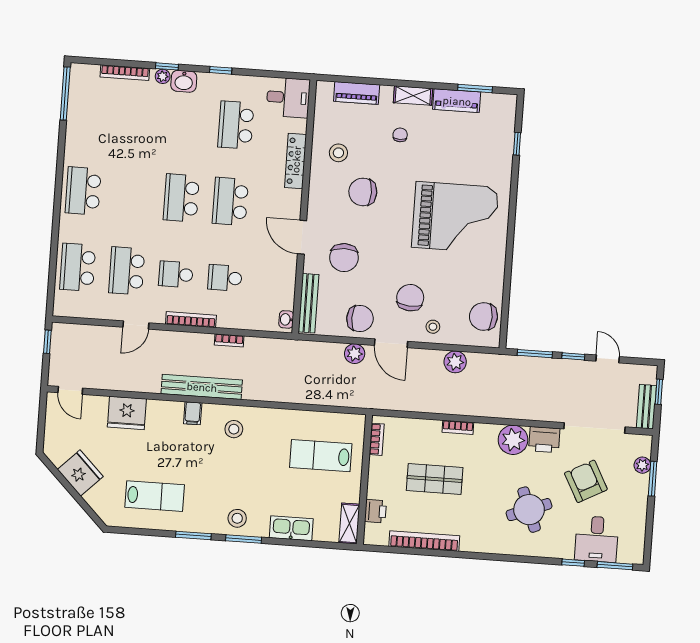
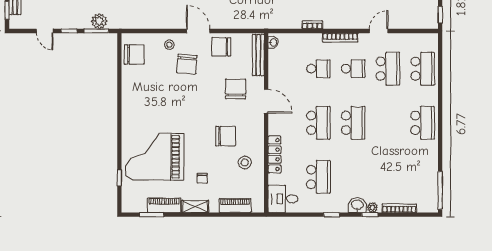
grand piano: (455, 217) -> (154, 157), moved
plant: (355, 354) -> (223, 22), removed
plant: (455, 362) -> (99, 21), moved

